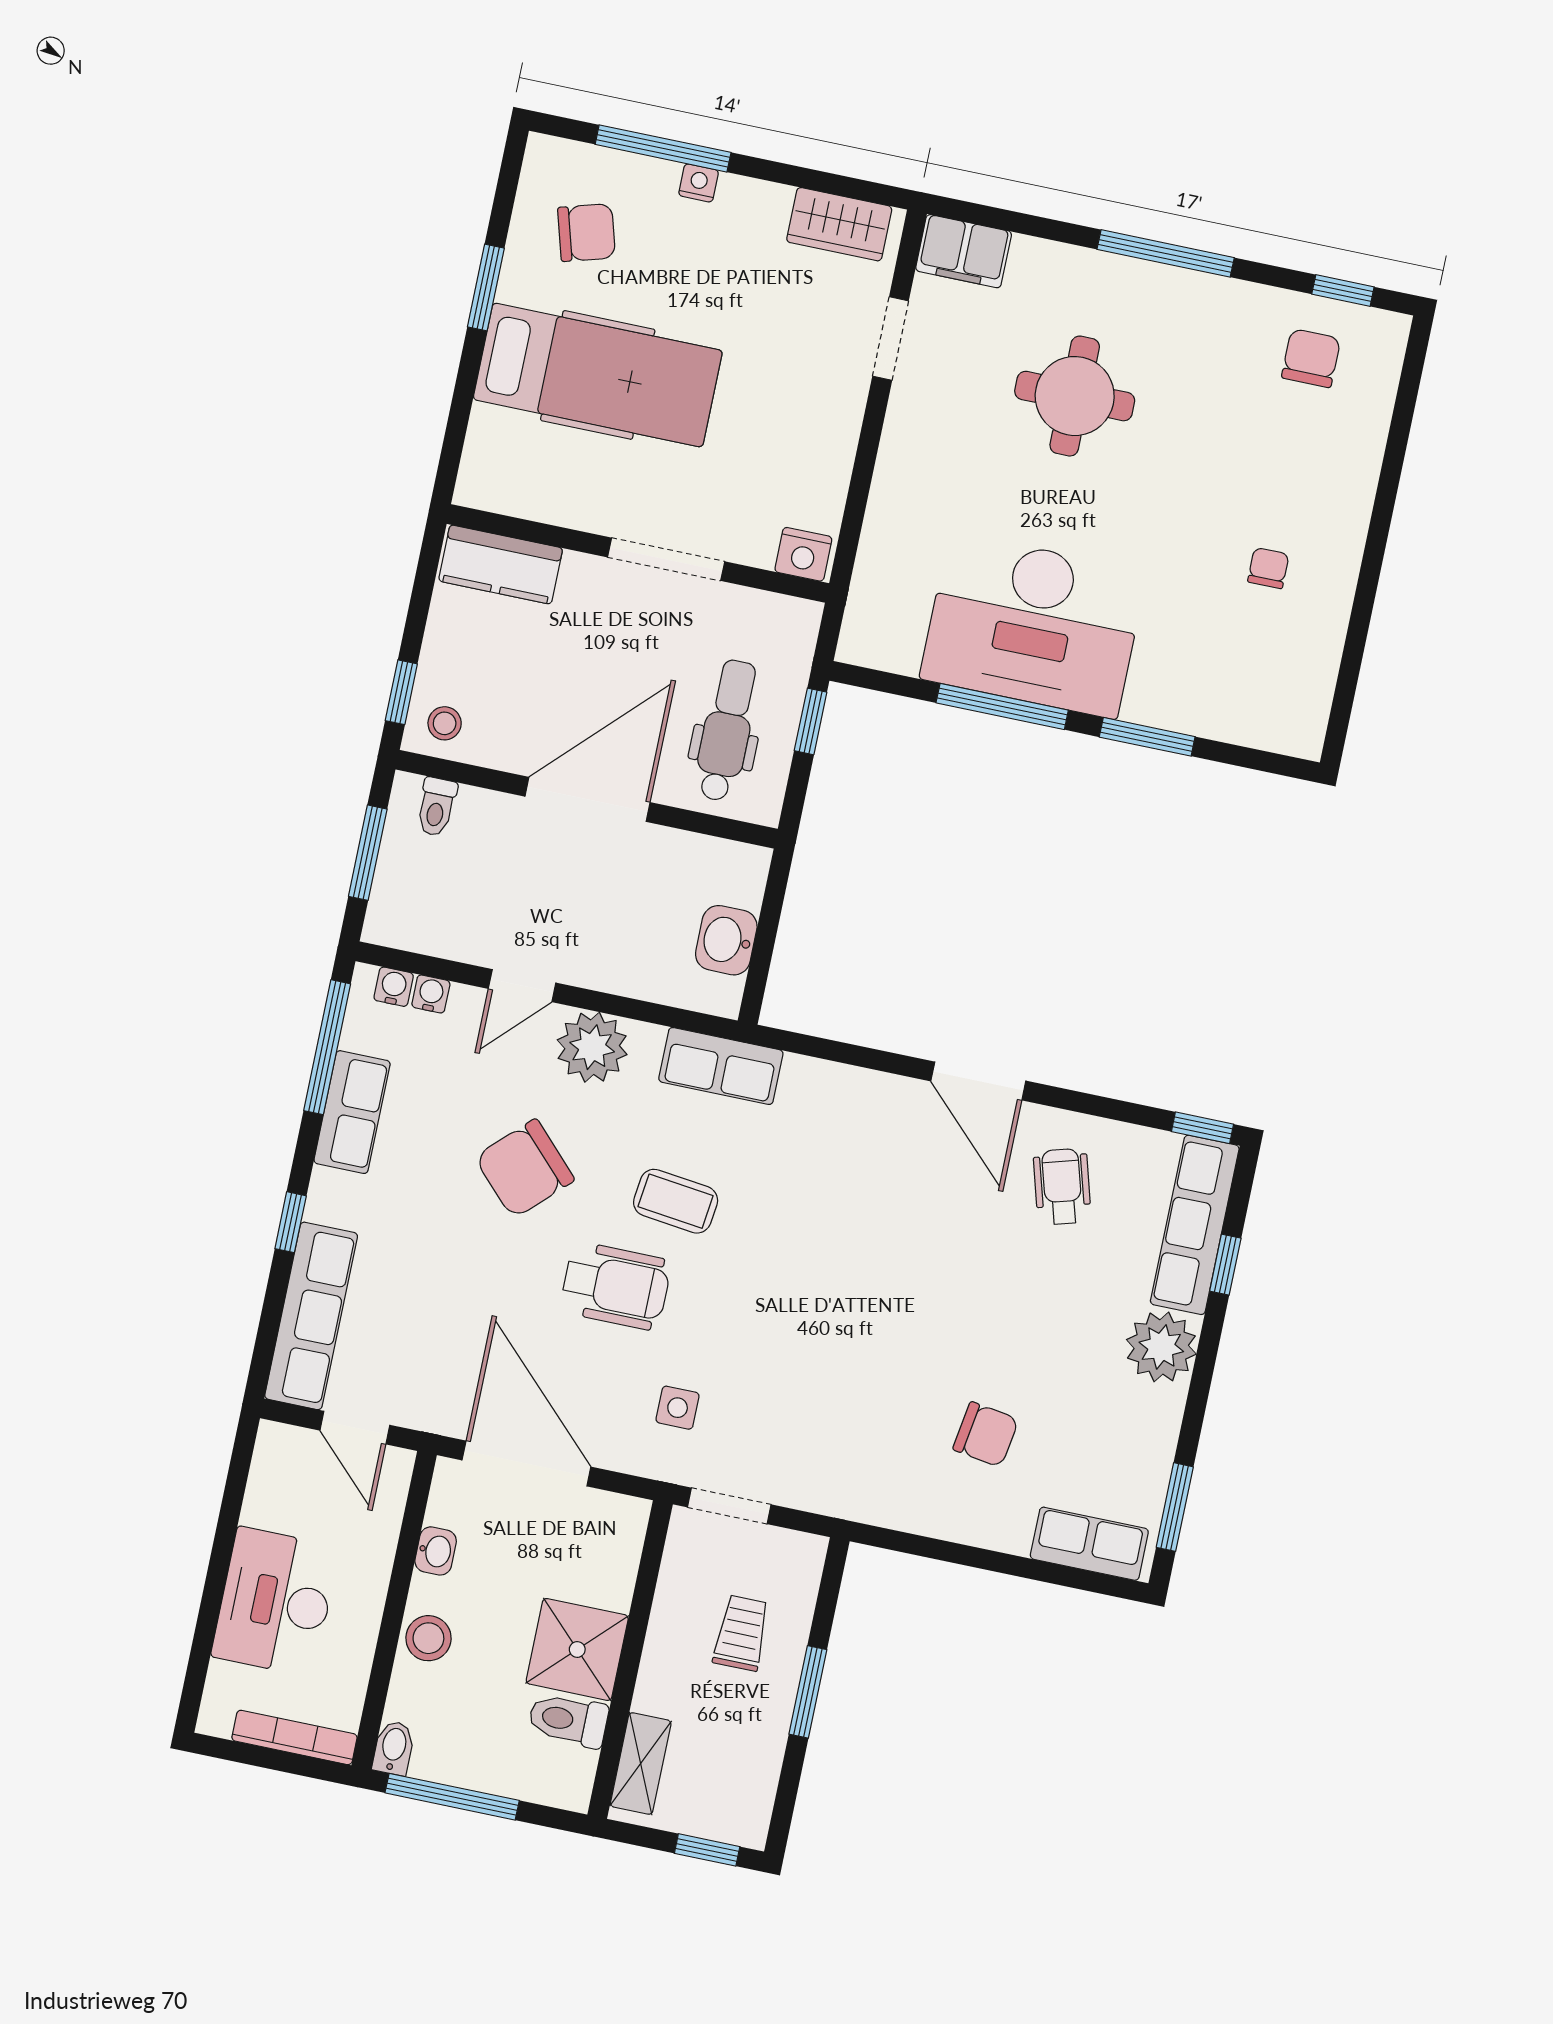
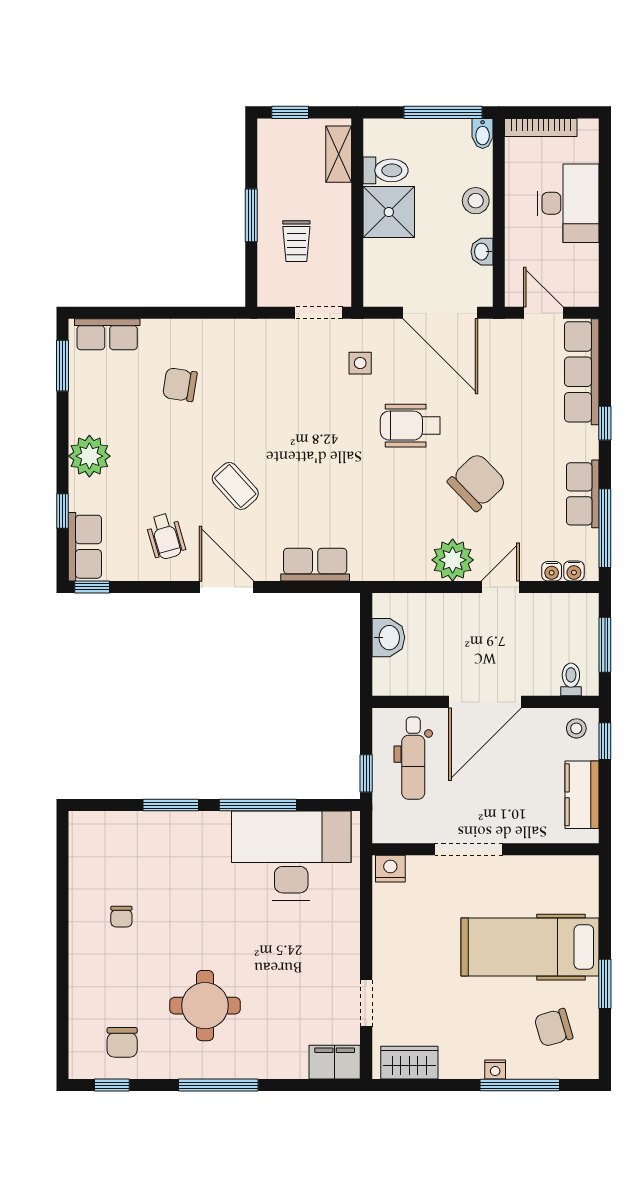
round table: (1075, 396) -> (205, 1006), moved
kitchen counter: (501, 565) -> (582, 795), moved, turned -90
desk: (1033, 625) -> (291, 856), moved
row of seats: (721, 1066) -> (315, 565), moved
coffee table: (676, 1201) -> (235, 486), moved, turned 41
row of seats: (1195, 1225) -> (85, 547), width x0.68

